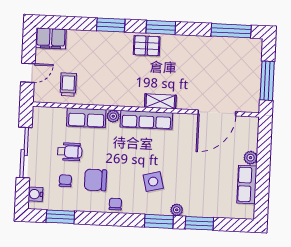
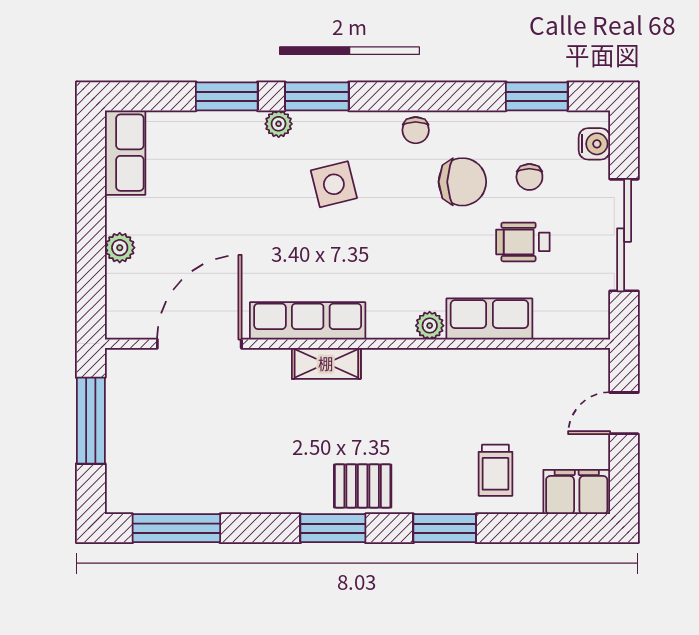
trolley: (68, 85) -> (495, 470), moved
row of seats: (146, 120) -> (308, 321), moved
row of seats: (247, 184) -> (125, 153), moved

